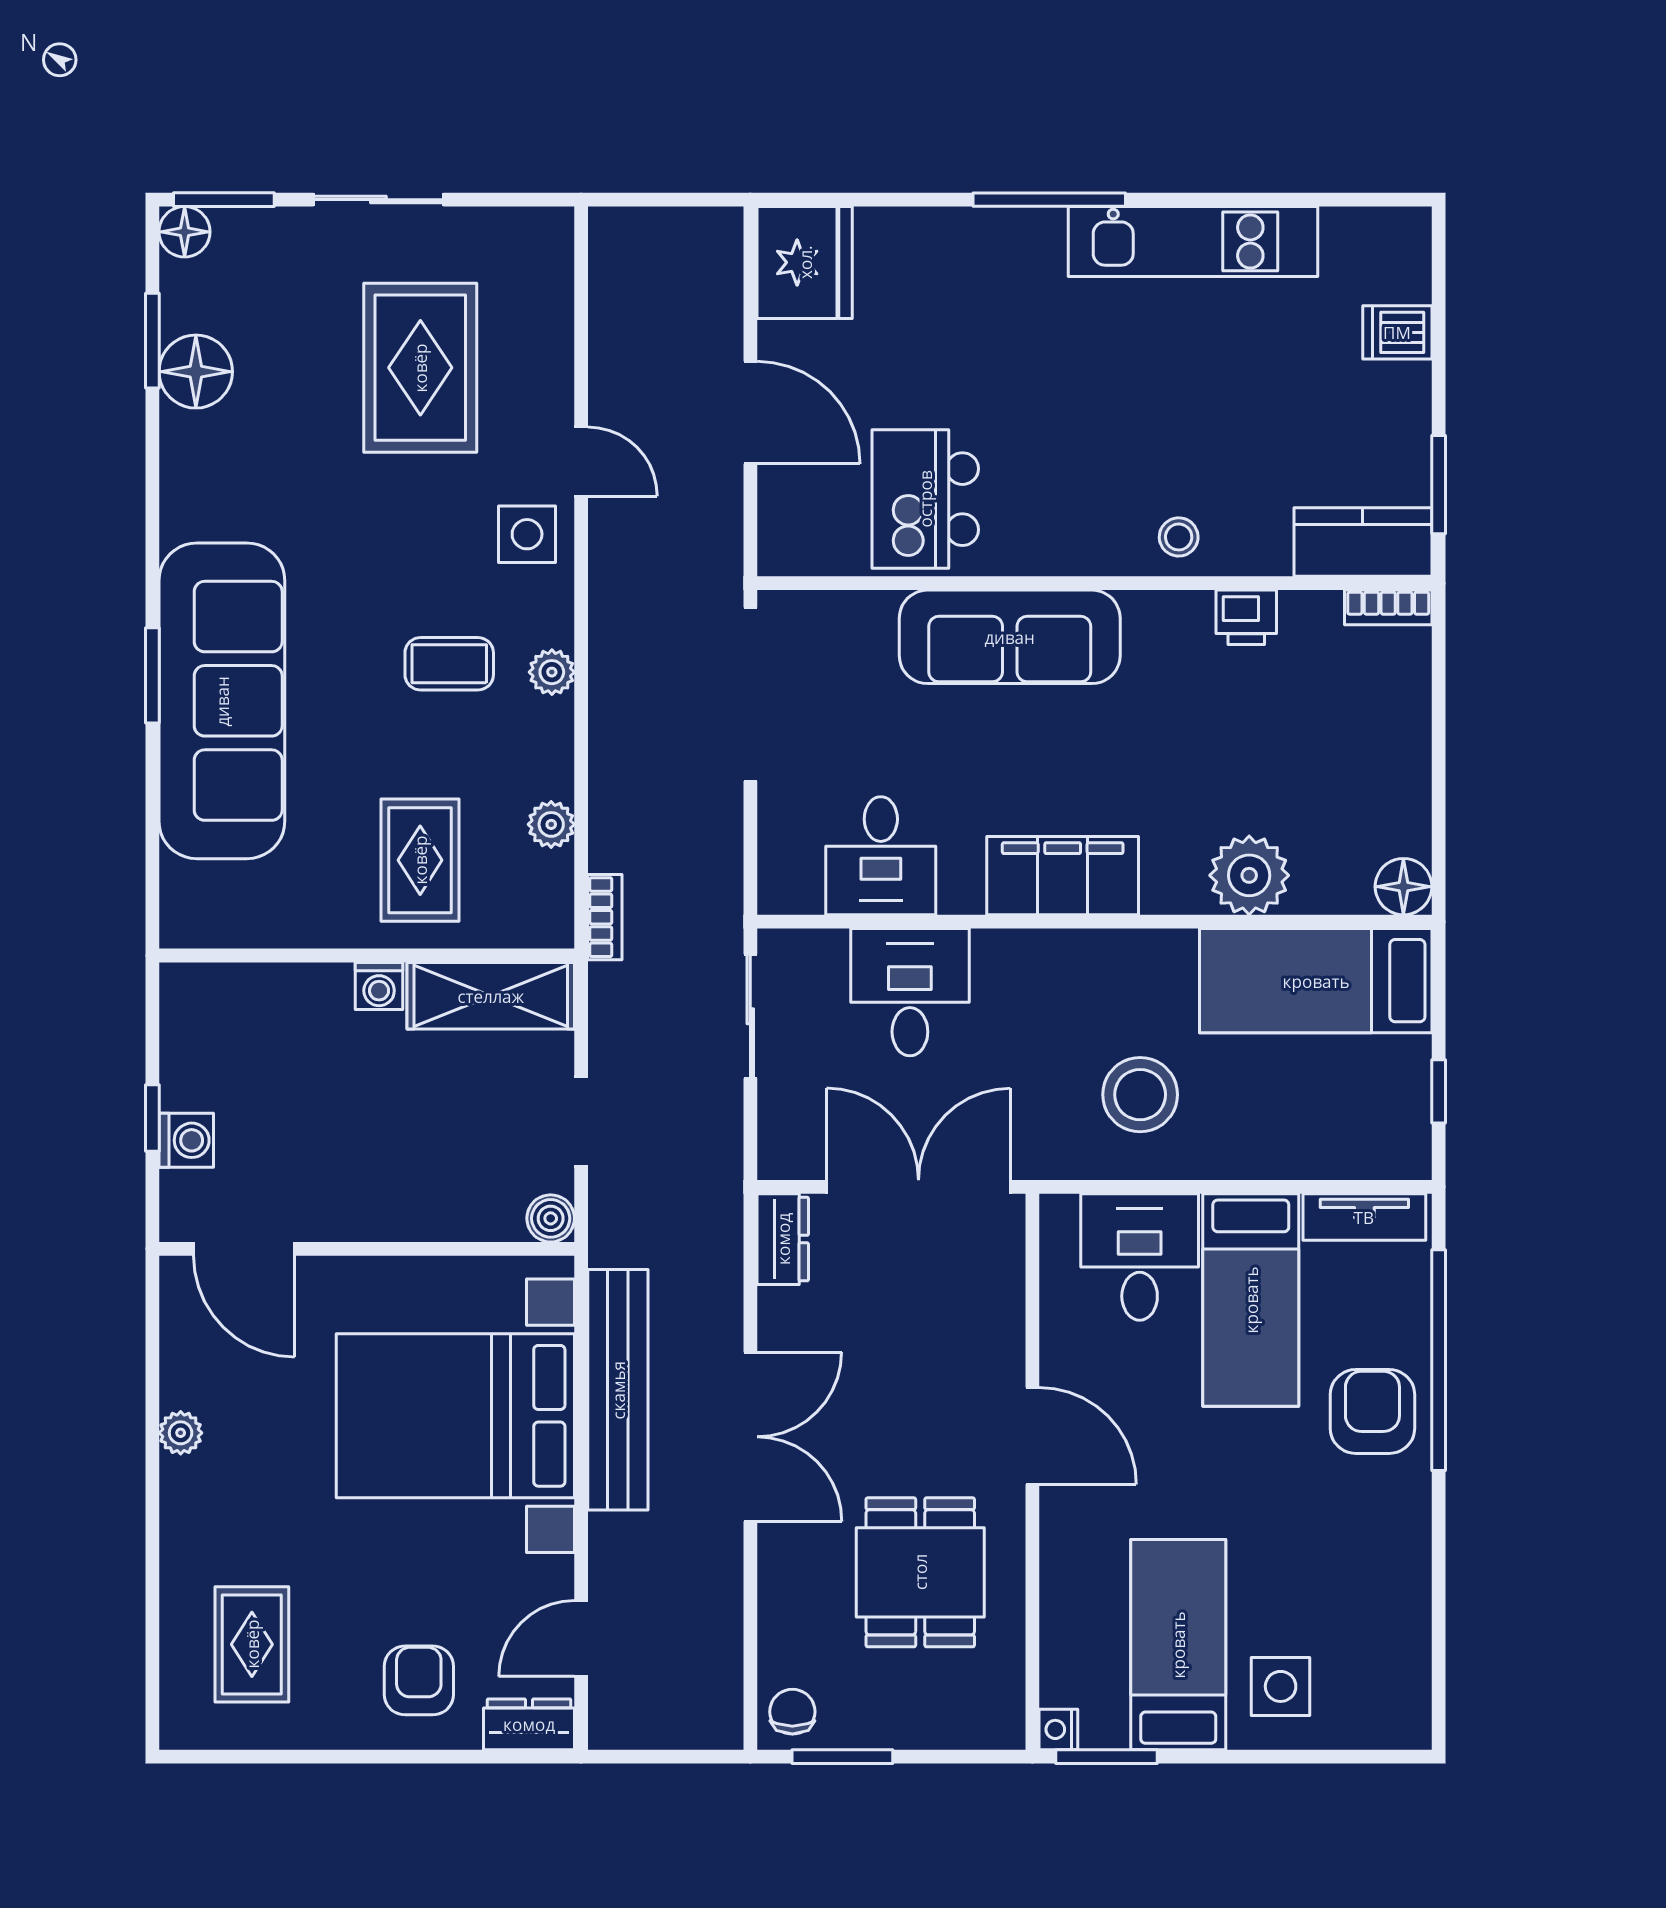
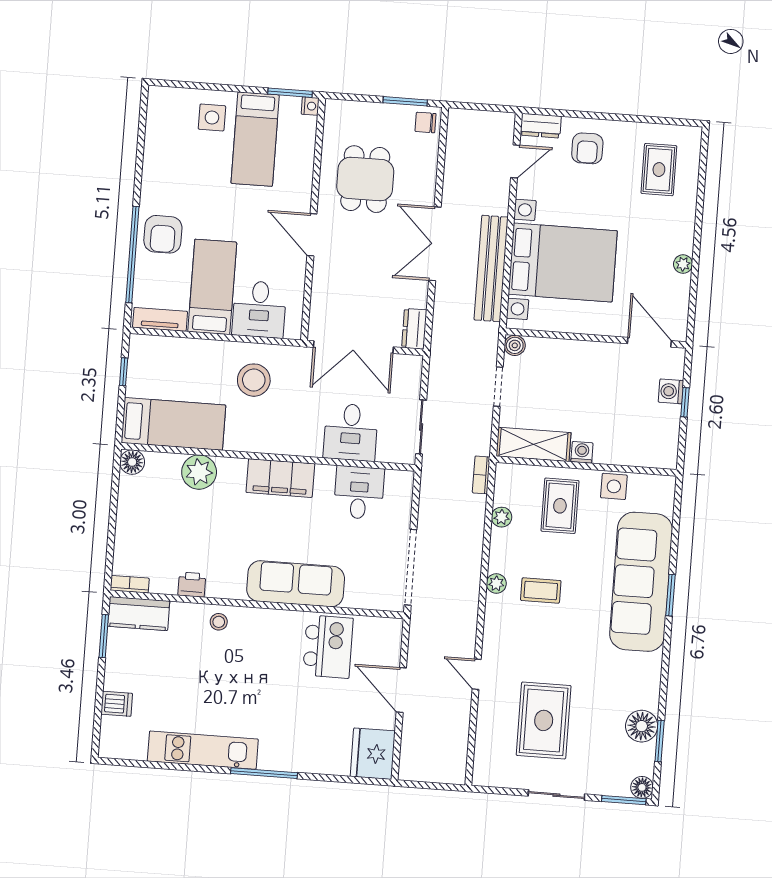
side table: (527, 534) -> (614, 486), moved
chair: (792, 1712) -> (426, 122), turned 90

